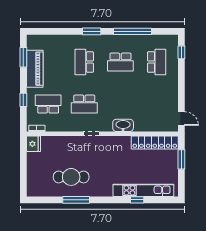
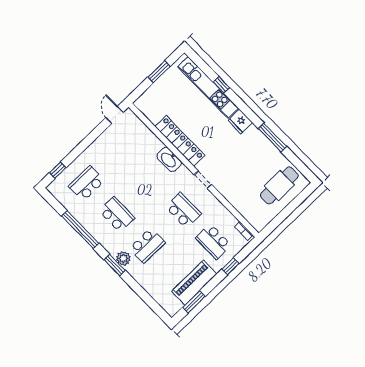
plant: (90, 40) -> (123, 258), added
locker: (155, 142) -> (180, 141), moved
fridge: (33, 144) -> (240, 122), moved, turned -90
window: (181, 159) -> (159, 72), moved
cafe table: (71, 177) -> (279, 185), moved, turned 90

